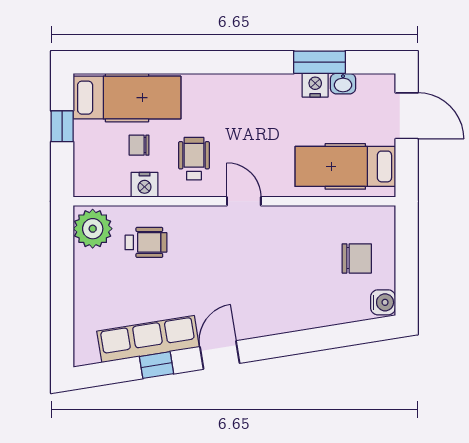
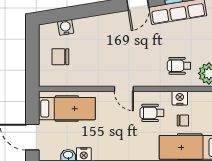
wheelchair: (194, 159) -> (152, 113), turned 90
water cooler: (383, 302) -> (66, 27), moved, turned 81

